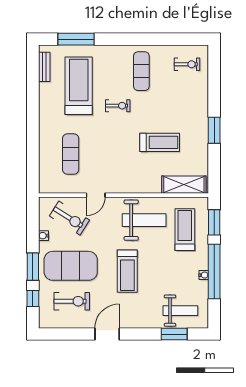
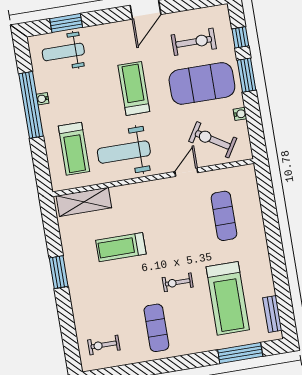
window: (214, 222) -> (41, 163), removed
exercise bike: (72, 301) -> (194, 42), turned 180

